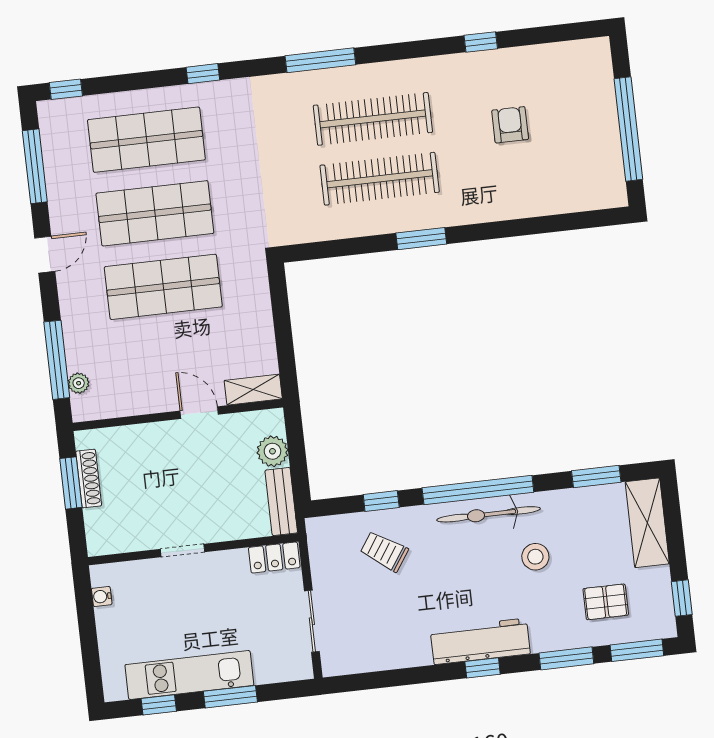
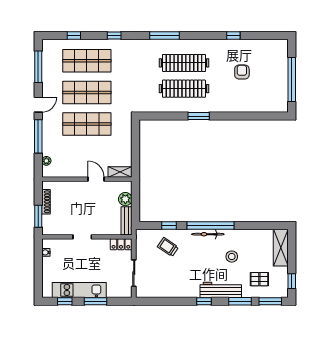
window: (66, 89) -> (74, 36), moved
window: (57, 360) -> (38, 136), moved
window: (596, 476) -> (261, 225), removed
window: (71, 483) -> (38, 216), moved
bicycle: (489, 514) -> (208, 234), width x0.73, depth x0.71
workbench: (480, 641) -> (221, 290), moved

